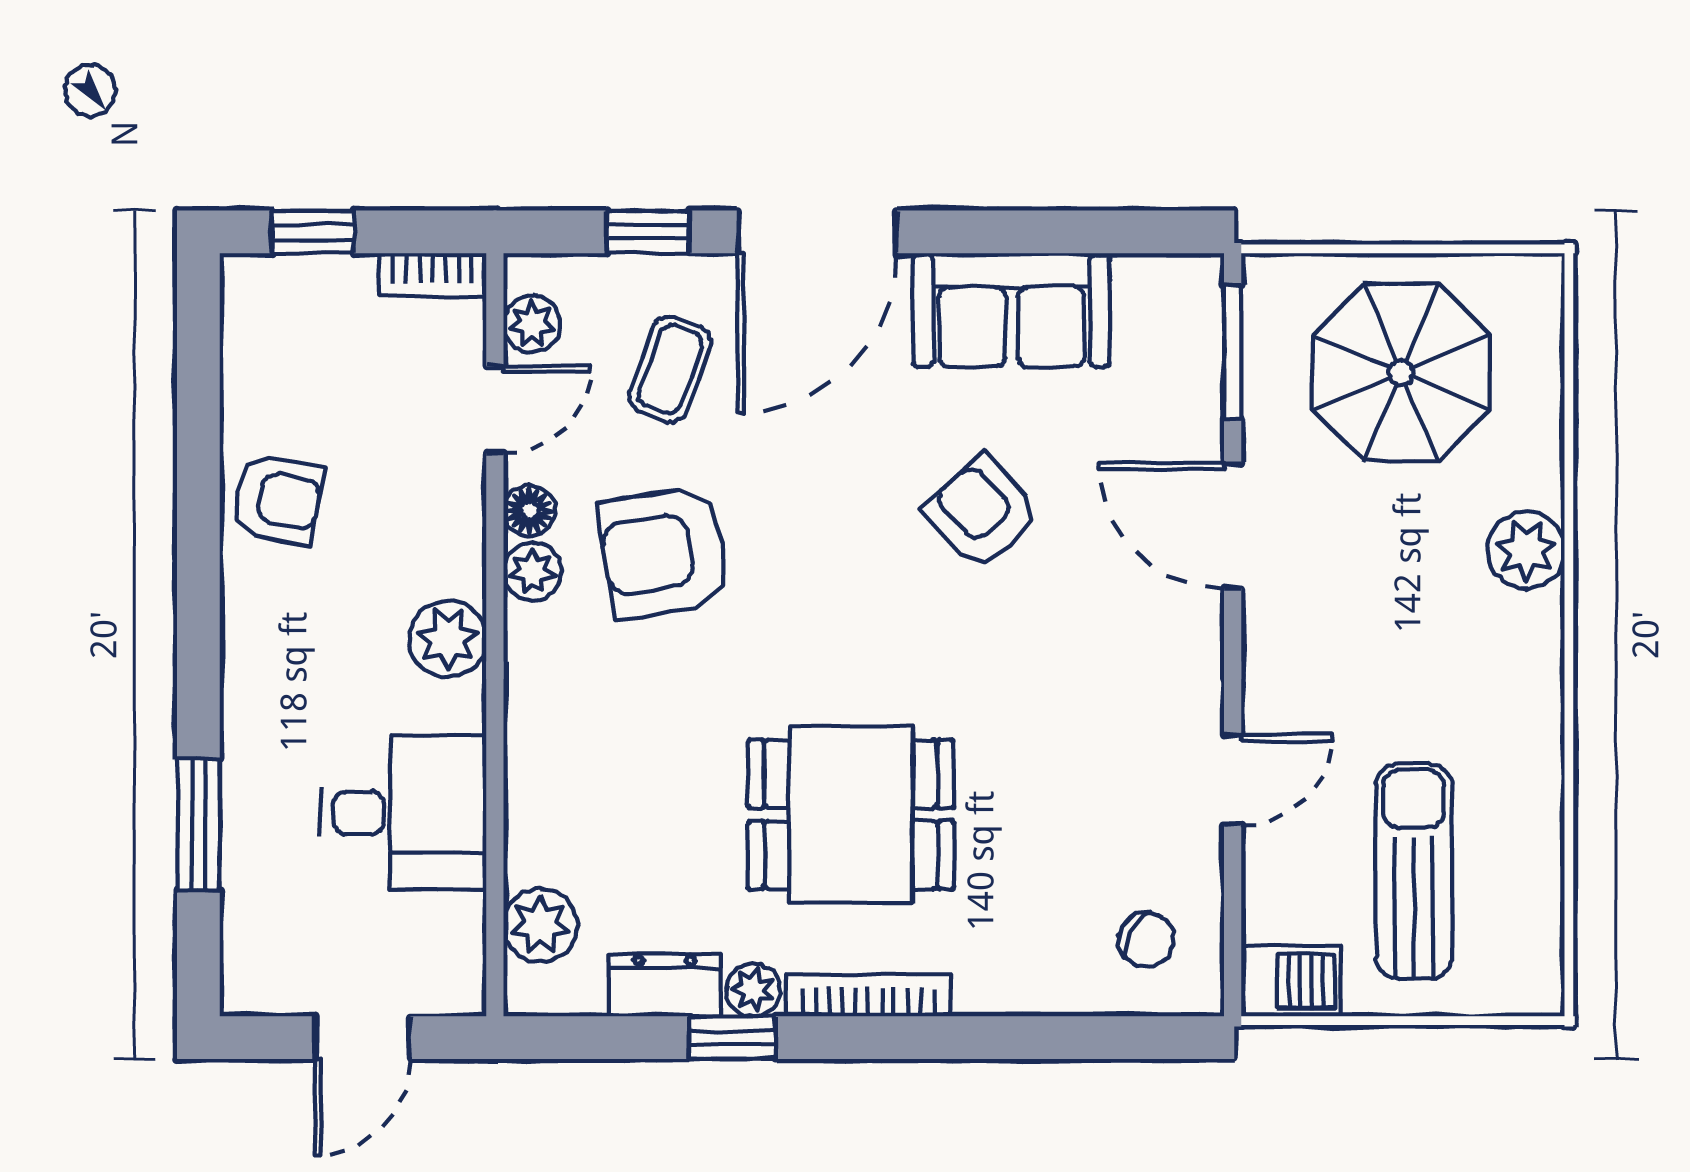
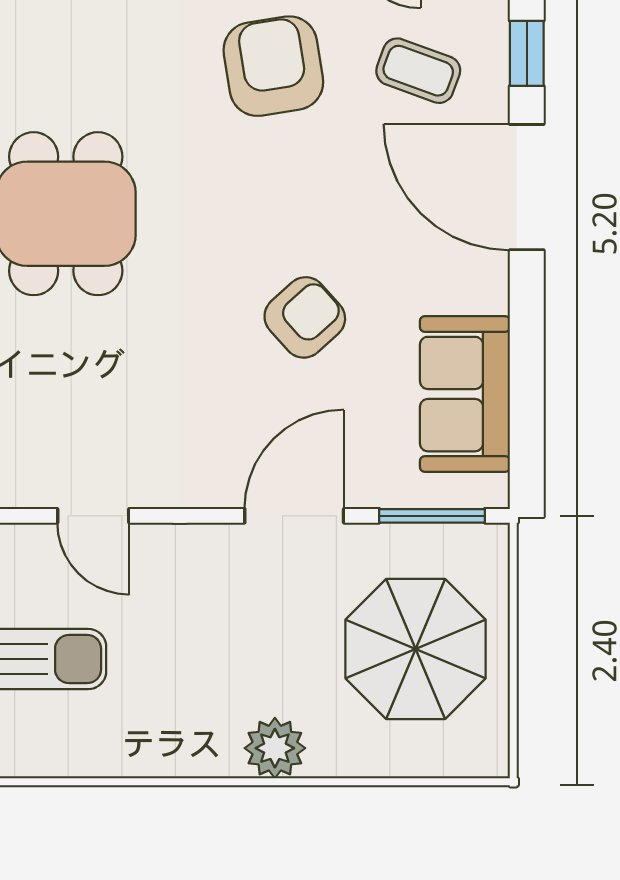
sofa: (1012, 310) -> (465, 394), moved

